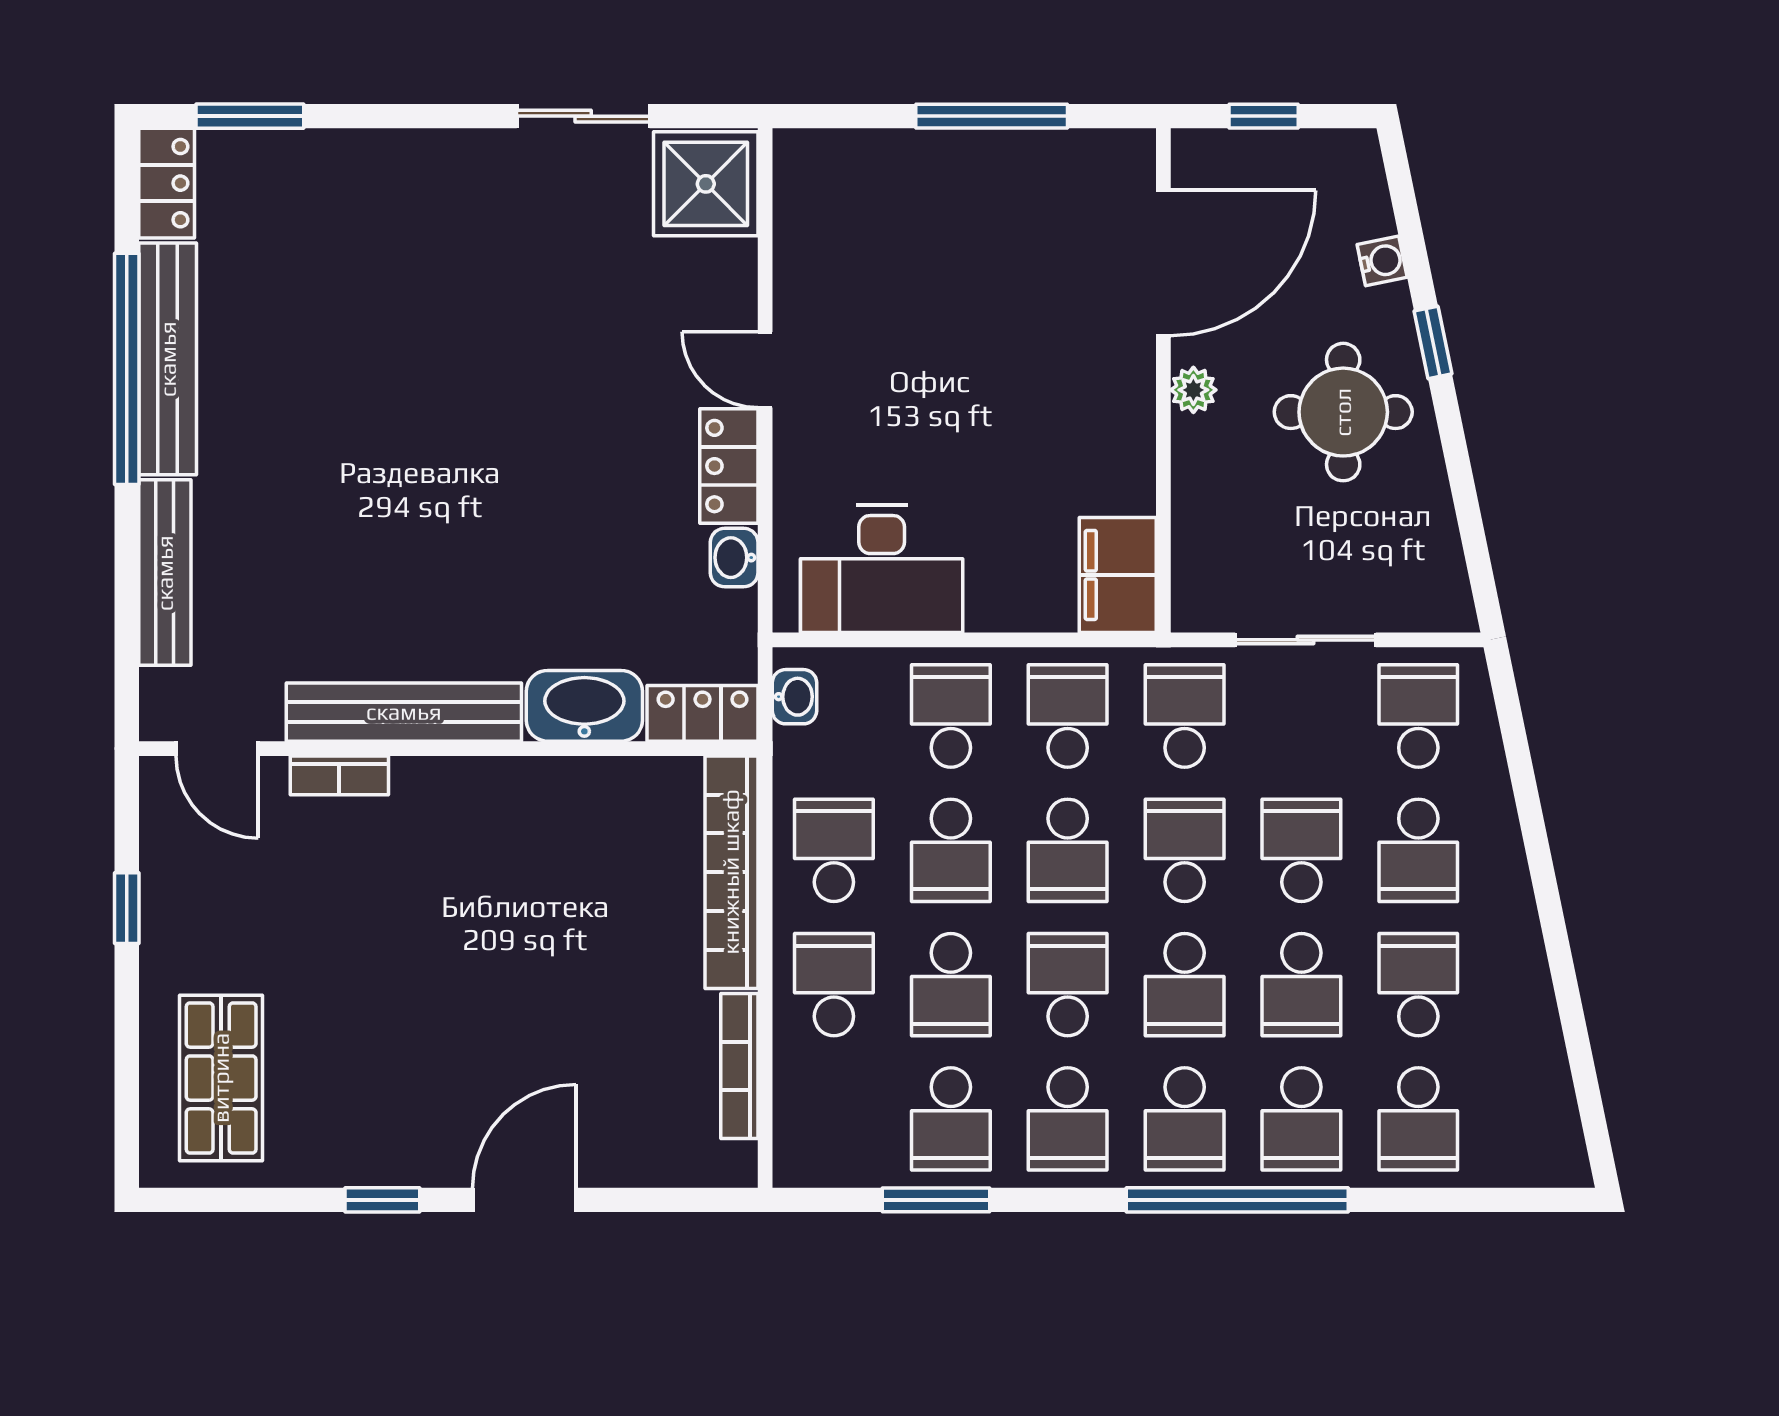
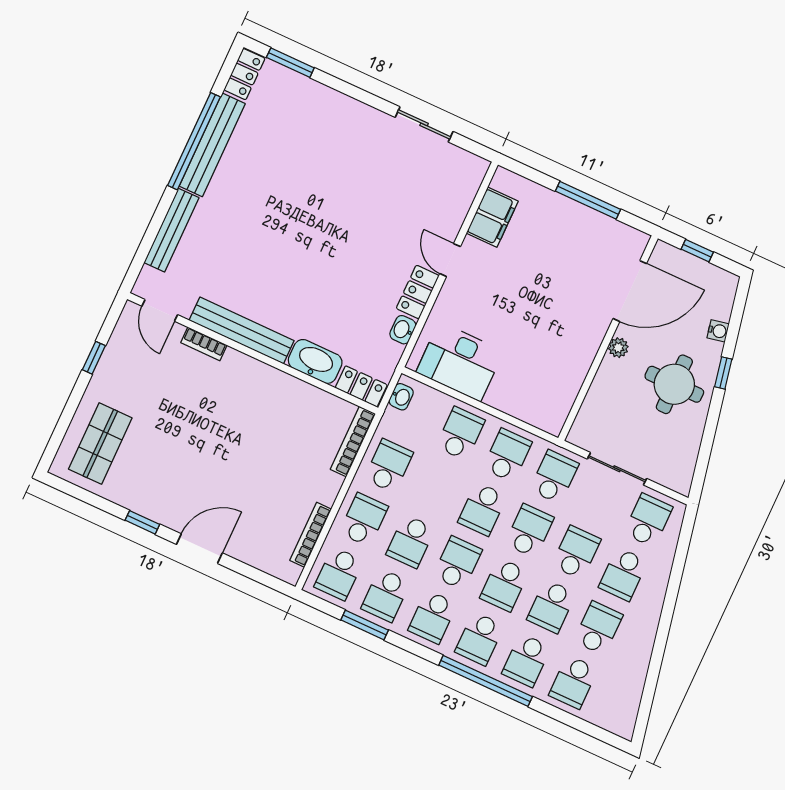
shower: (706, 184) -> (461, 174), removed
filing cabinet: (1118, 575) -> (492, 217), moved, turned 180
school desk: (951, 850) -> (339, 574), moved
bookcase: (731, 872) -> (353, 442), width x0.68, depth x0.76

